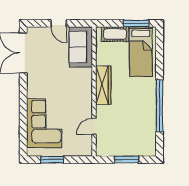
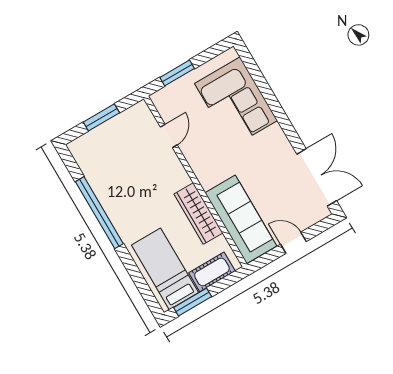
sofa: (81, 47) -> (241, 219), width x1.36
wardrobe: (103, 85) -> (198, 214), moved
window: (52, 160) -> (177, 73), moved

